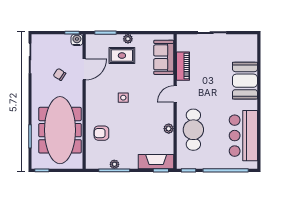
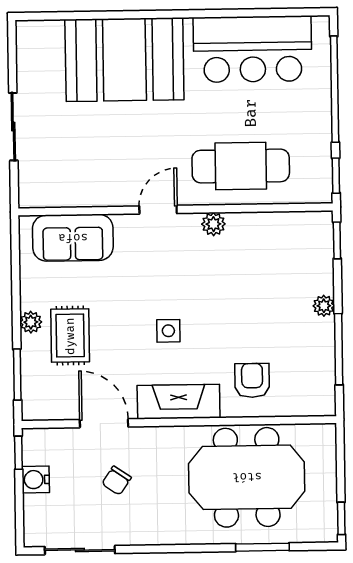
water cooler: (77, 40) -> (36, 480), moved
piano: (183, 66) -> (92, 192), removed
booth: (245, 81) -> (124, 60), width x1.36, depth x1.42
door: (175, 94) -> (158, 210), swing flipped
plant: (169, 129) -> (213, 224), moved
meeting table: (60, 130) -> (247, 477), width x0.73
armchair: (101, 133) -> (252, 380), turned 180
fireplace: (156, 162) -> (179, 402), moved, turned 90
plant: (114, 164) -> (324, 306), moved

